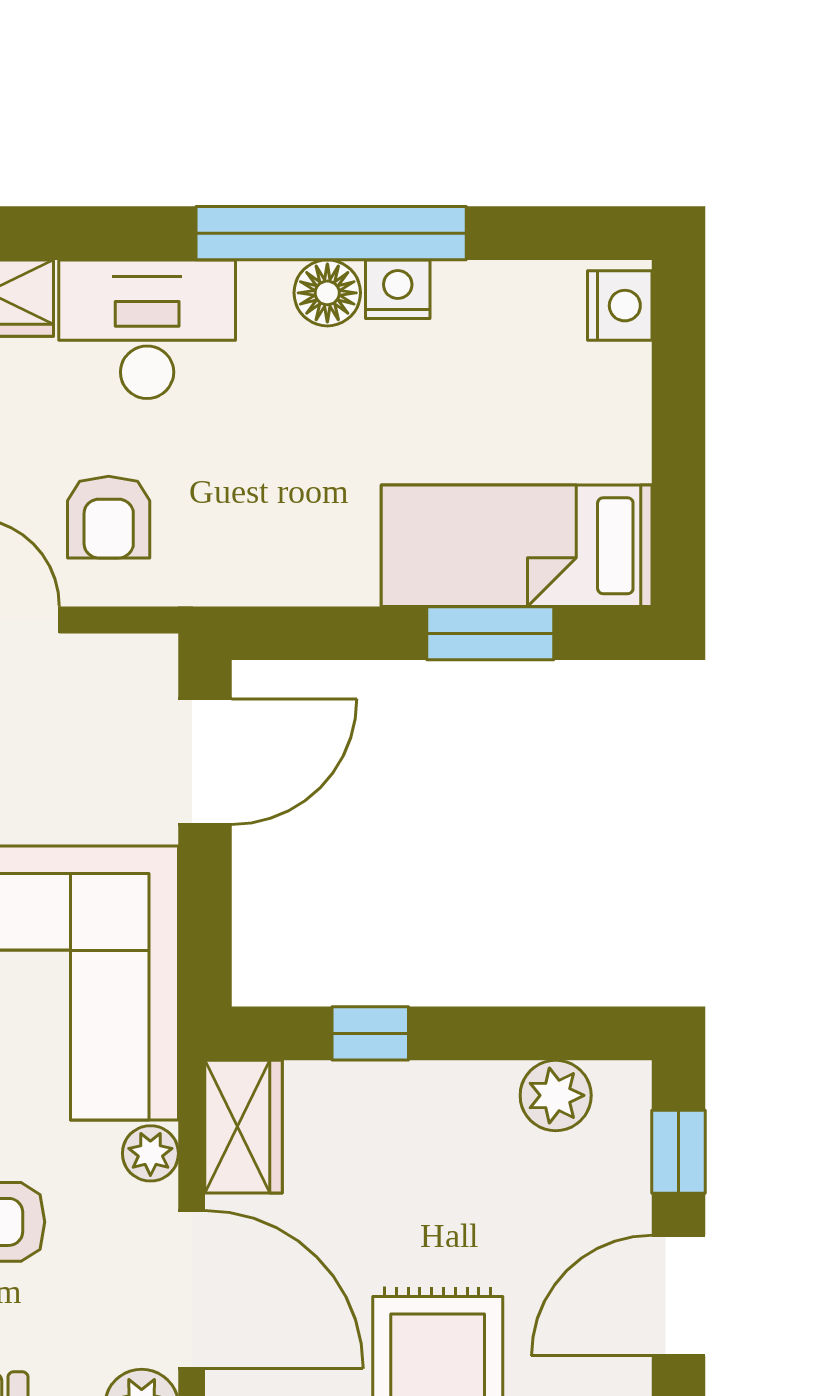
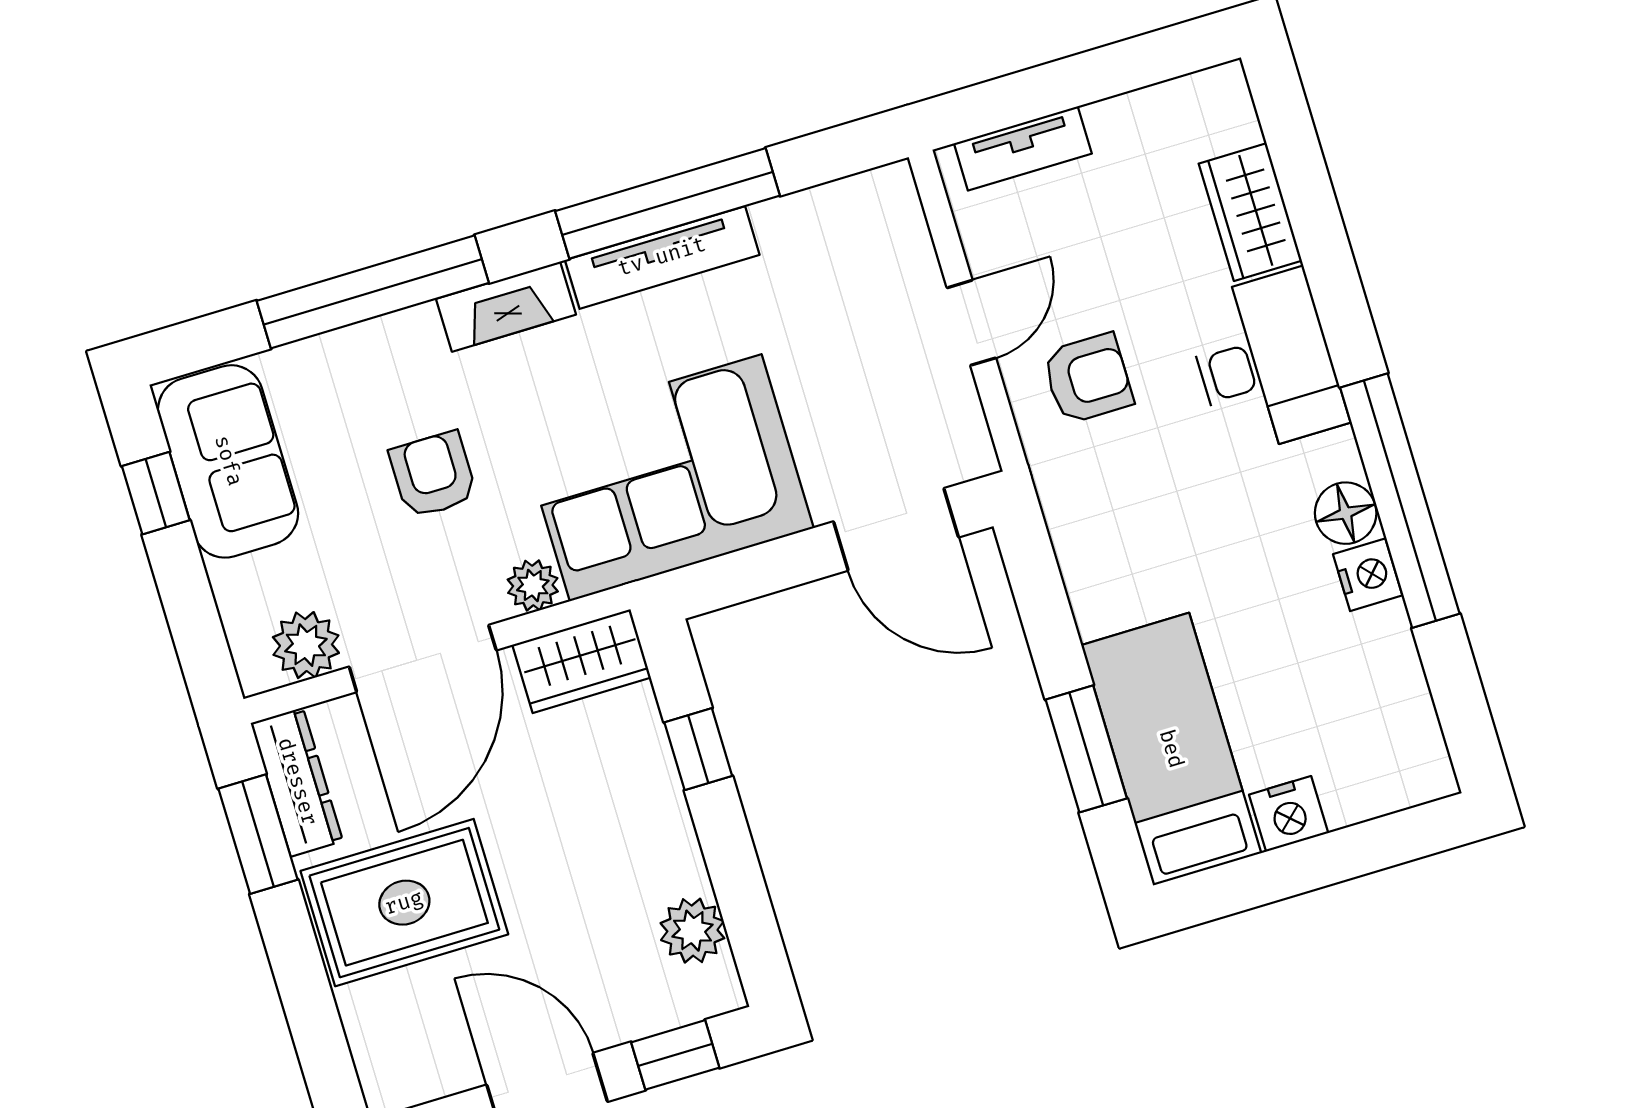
nightstand: (620, 306) -> (1289, 814), moved
armchair: (109, 517) -> (1088, 378), turned 180

